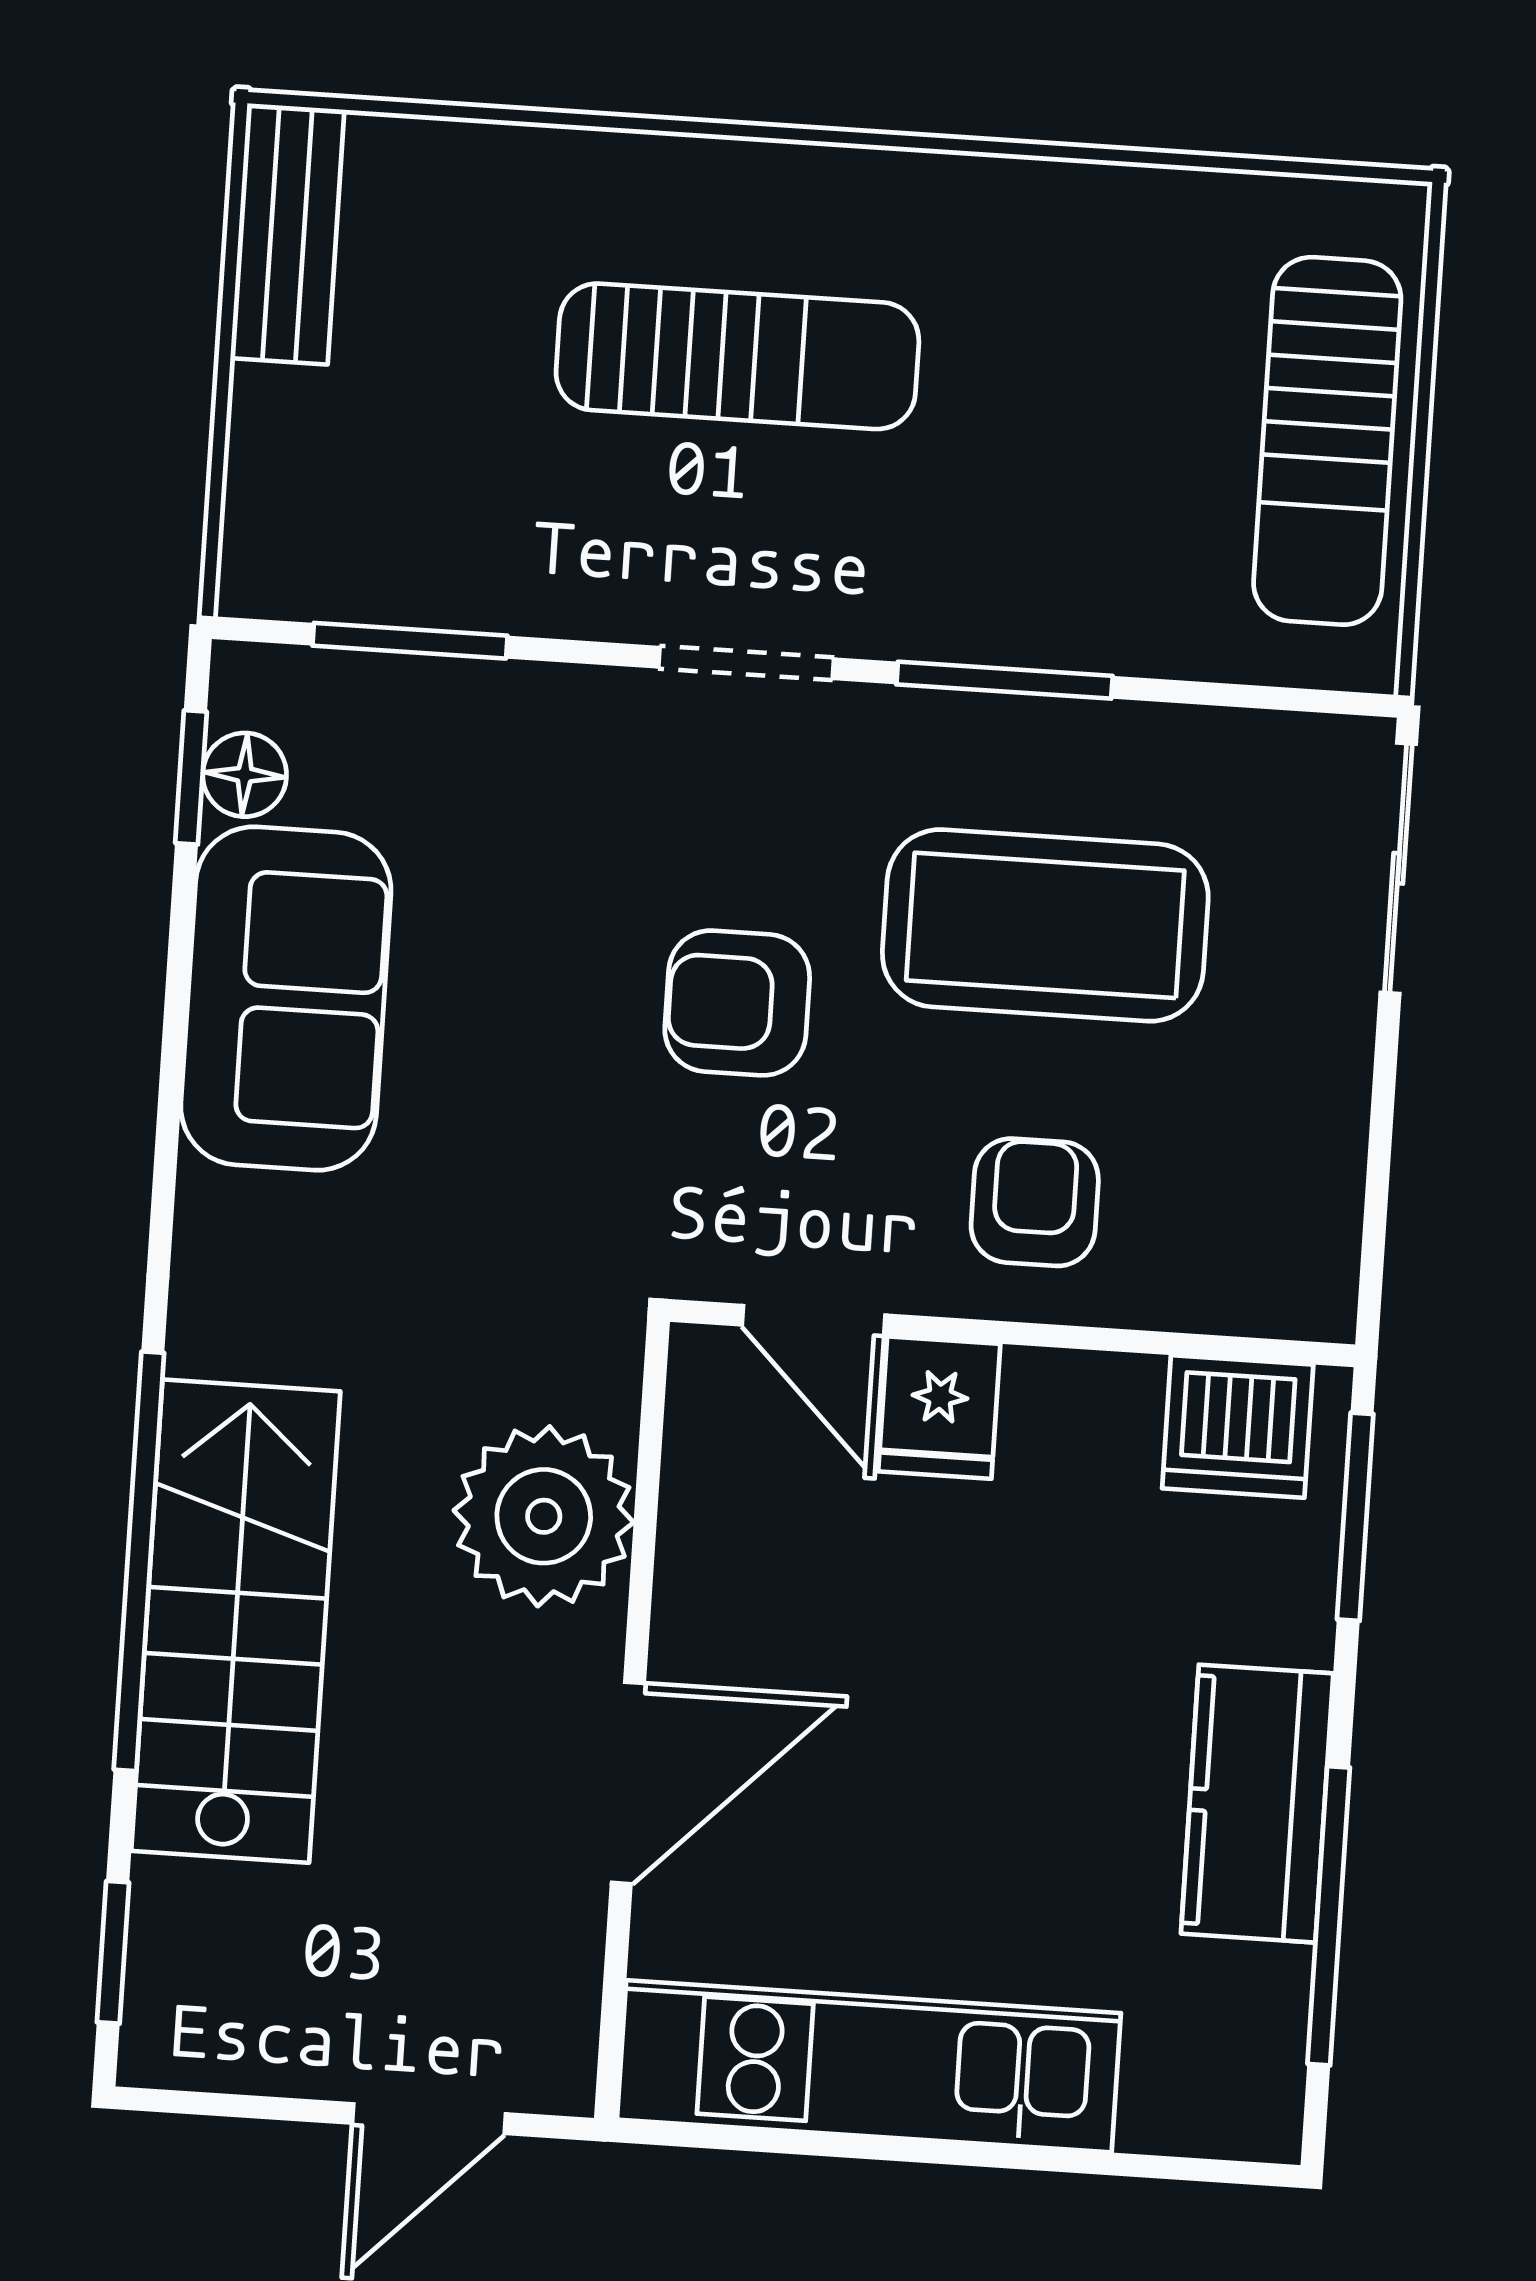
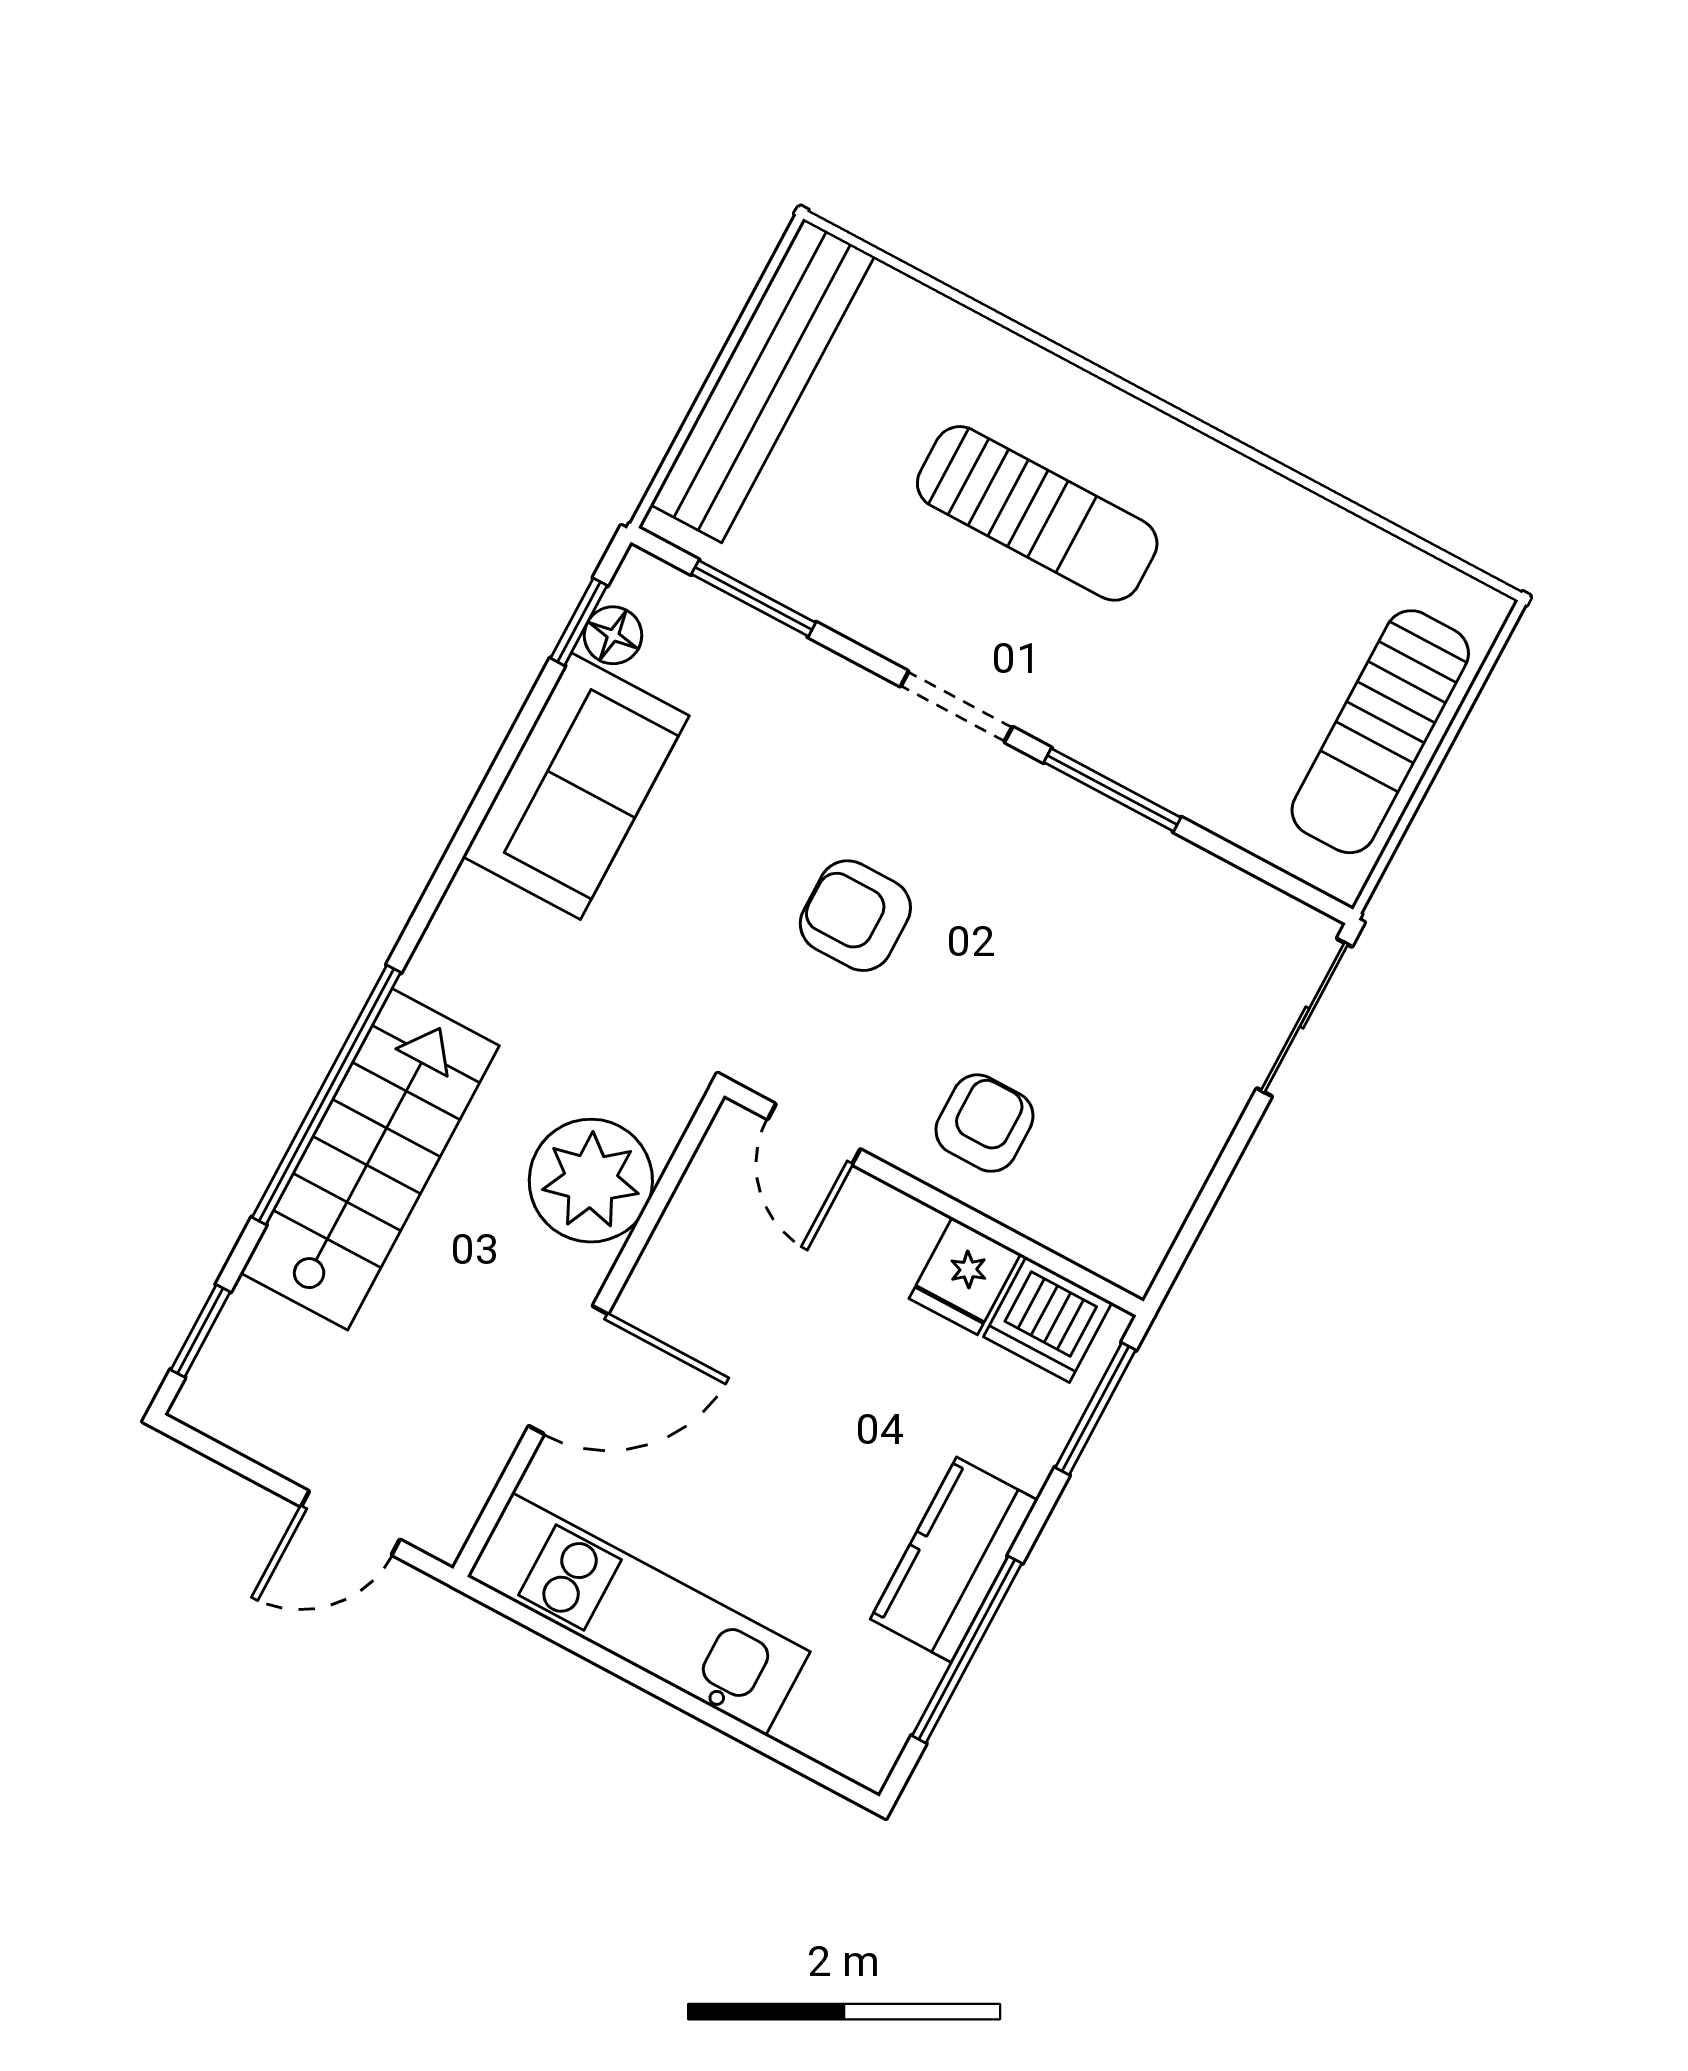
bench: (287, 234) -> (762, 381), width x1.86, depth x1.21
coffee table: (1045, 925) -> (1069, 954), removed
fridge: (939, 1408) -> (965, 1276), moved

